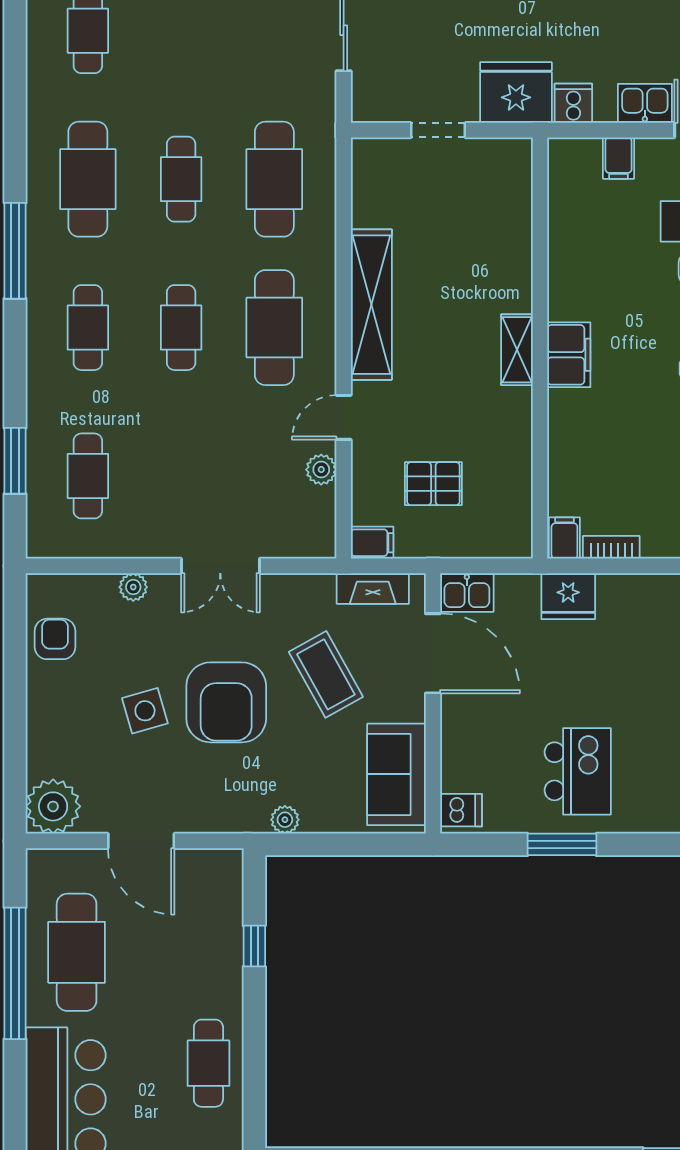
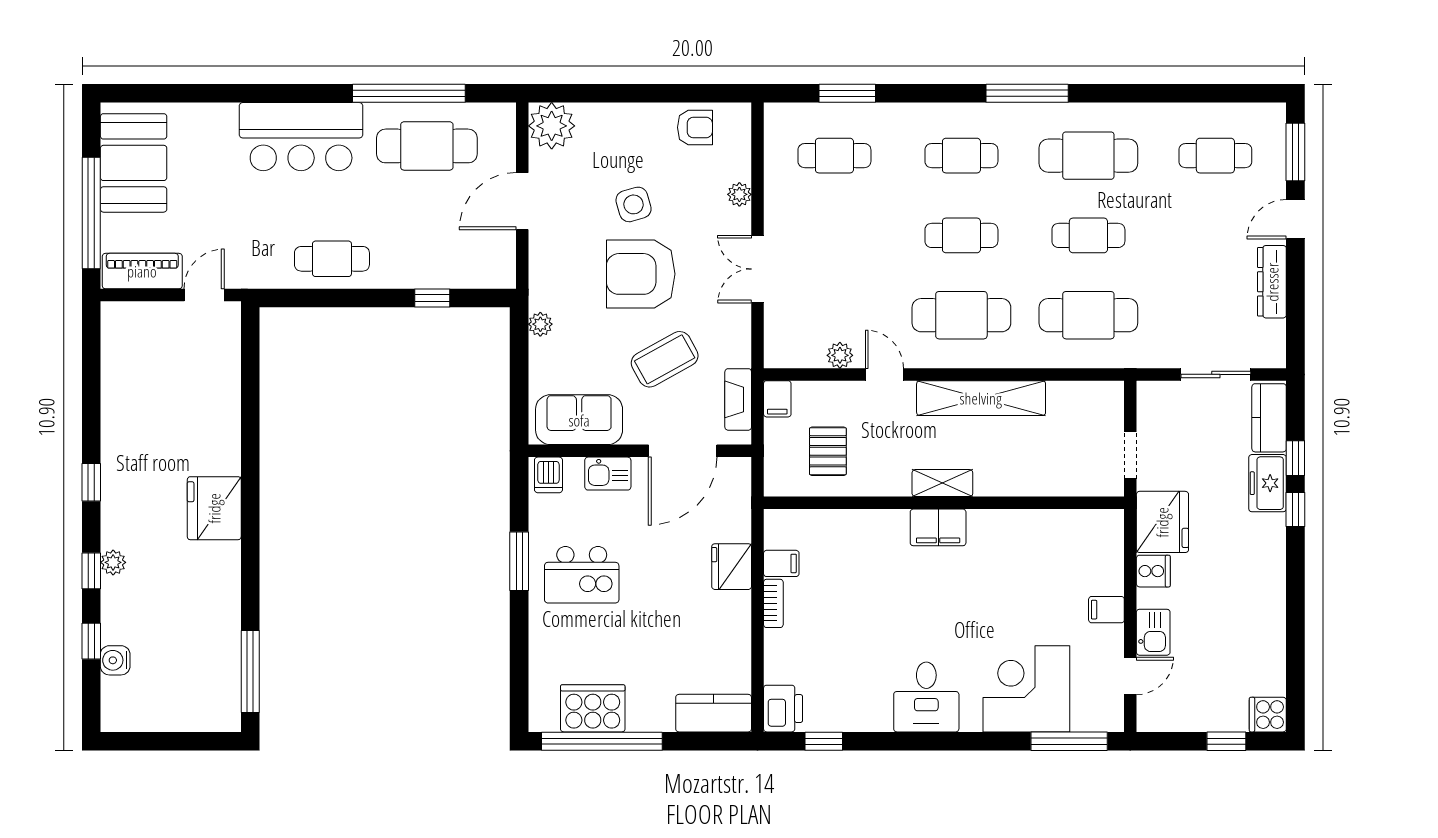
wall: (540, 348) -> (944, 503), moved
shelving: (517, 350) -> (942, 483), moved
filing cabinet: (569, 355) -> (938, 527), moved
kitchen sink: (467, 592) -> (608, 474), moved, turned -90

